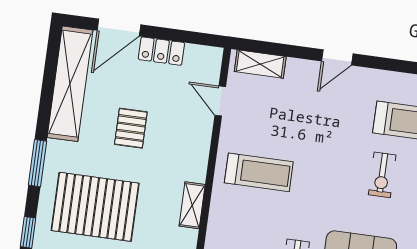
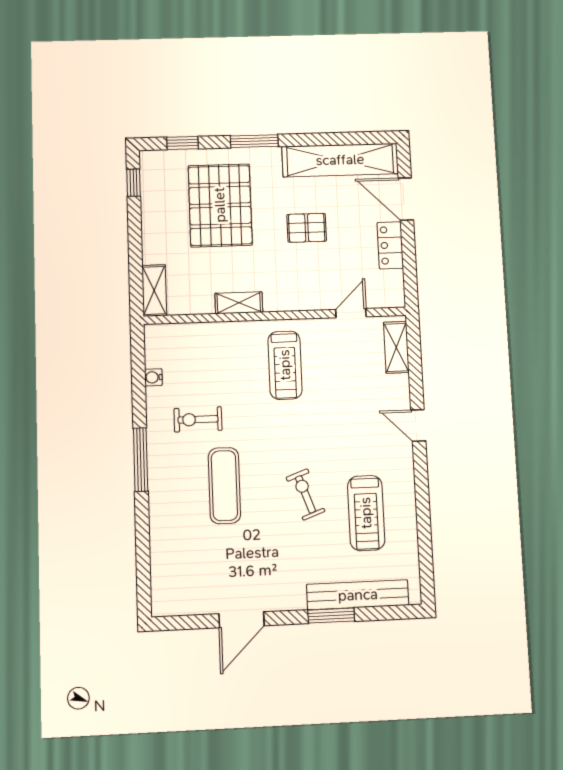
exercise bike: (382, 175) -> (305, 494), turned 70

